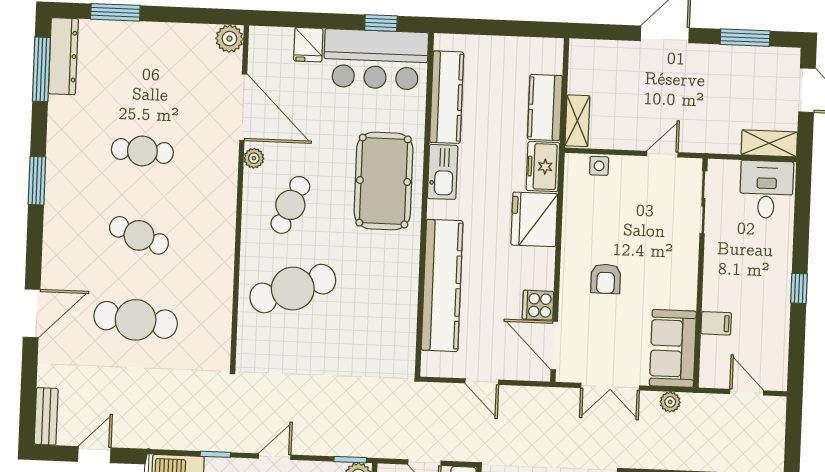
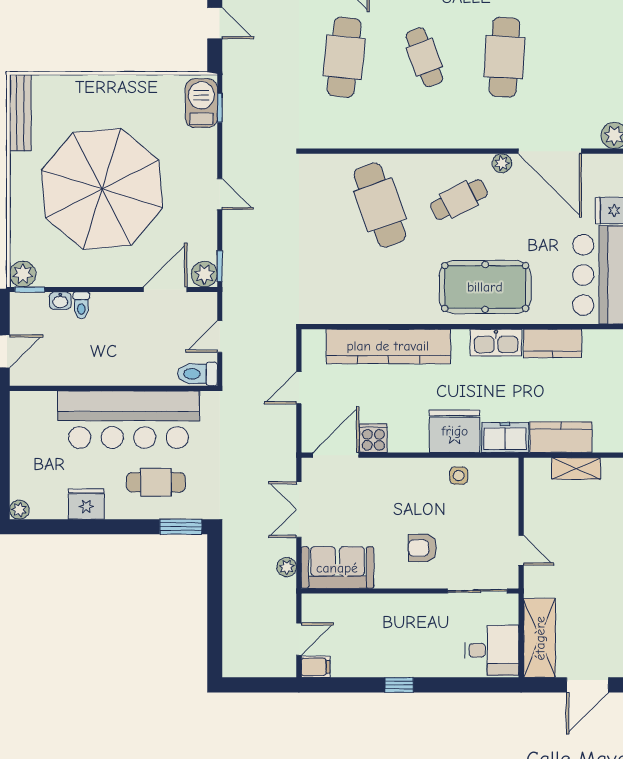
kitchen counter: (447, 97) -> (553, 344), width x0.67
door: (243, 107) -> (550, 151), hinge flipped
shelving: (577, 121) -> (576, 468), moved
shelving: (769, 143) -> (540, 638), width x1.50, depth x1.33
cafe table: (142, 151) -> (504, 57), width x1.37, depth x1.35
side table: (599, 166) -> (459, 476), moved
cafe table: (290, 205) -> (459, 200), turned -51
cafe table: (139, 235) -> (424, 57), turned -42
armchair: (606, 279) -> (422, 548), moved
filing cabinet: (716, 323) -> (316, 667), moved, turned -90
window: (215, 454) -> (220, 108), moved

